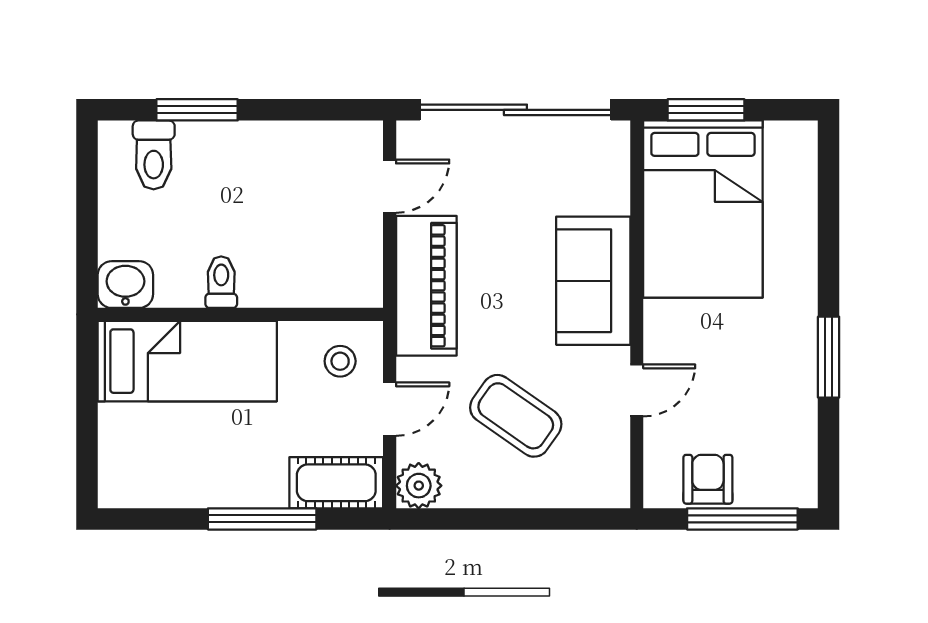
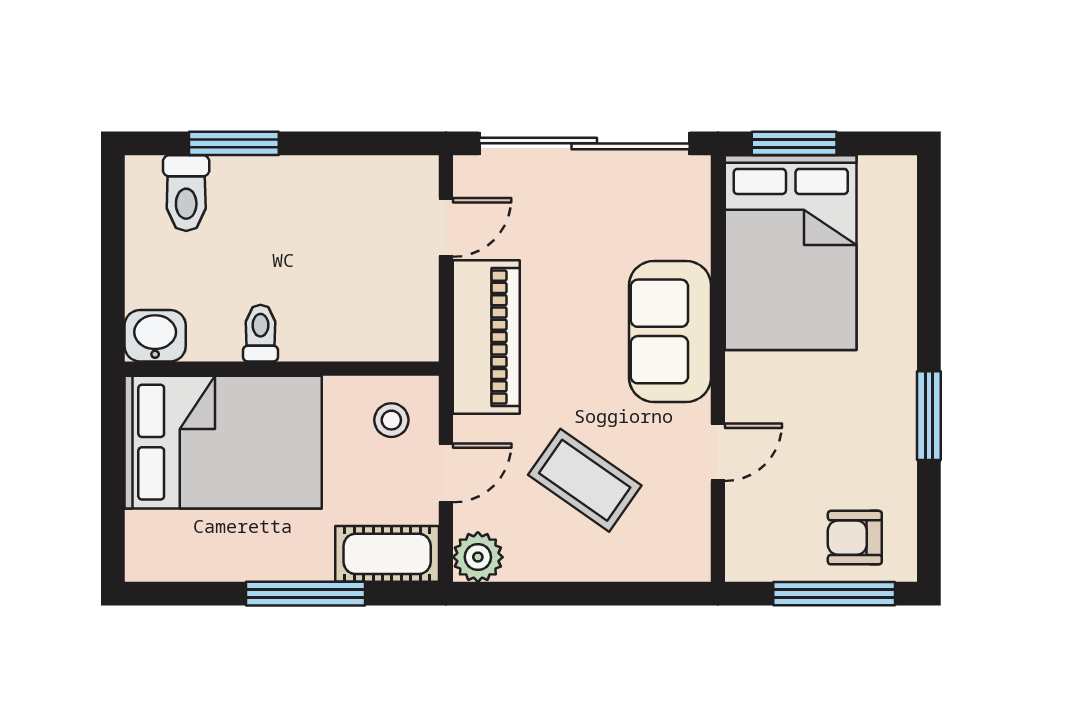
bed: (187, 361) -> (223, 442), width x1.50
armchair: (708, 479) -> (855, 538), moved, turned -90

